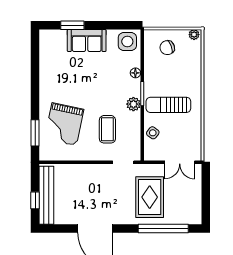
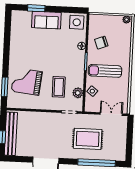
chair: (167, 48) -> (101, 43), moved
plant: (133, 104) -> (78, 93), moved
grand piano: (64, 124) -> (27, 81), turned 84
double door: (180, 162) -> (111, 114), swing flipped
rug: (150, 197) -> (88, 139), turned 90

